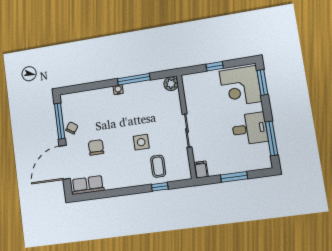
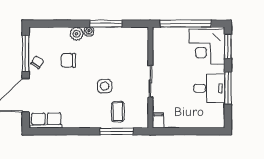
window: (215, 66) -> (186, 24), width x3.17
plant: (171, 84) -> (77, 34), moved
window: (272, 138) -> (228, 88), moved
chair: (96, 147) -> (68, 60), moved, turned -90
window: (234, 177) -> (188, 131), removed
window: (160, 187) -> (117, 131), width x2.17

